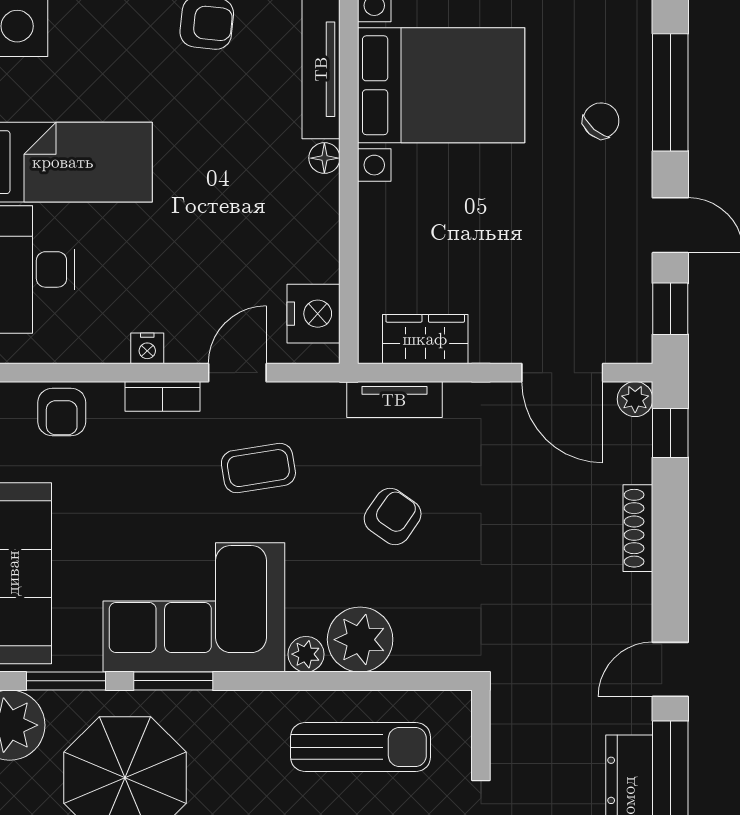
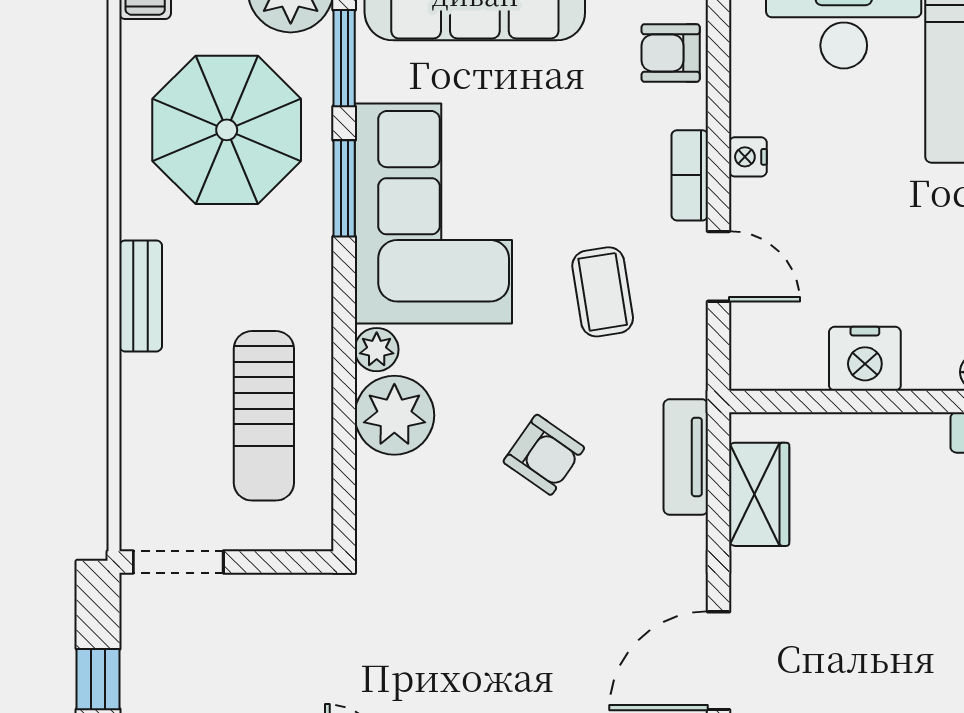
nightstand: (313, 314) -> (865, 359), moved

